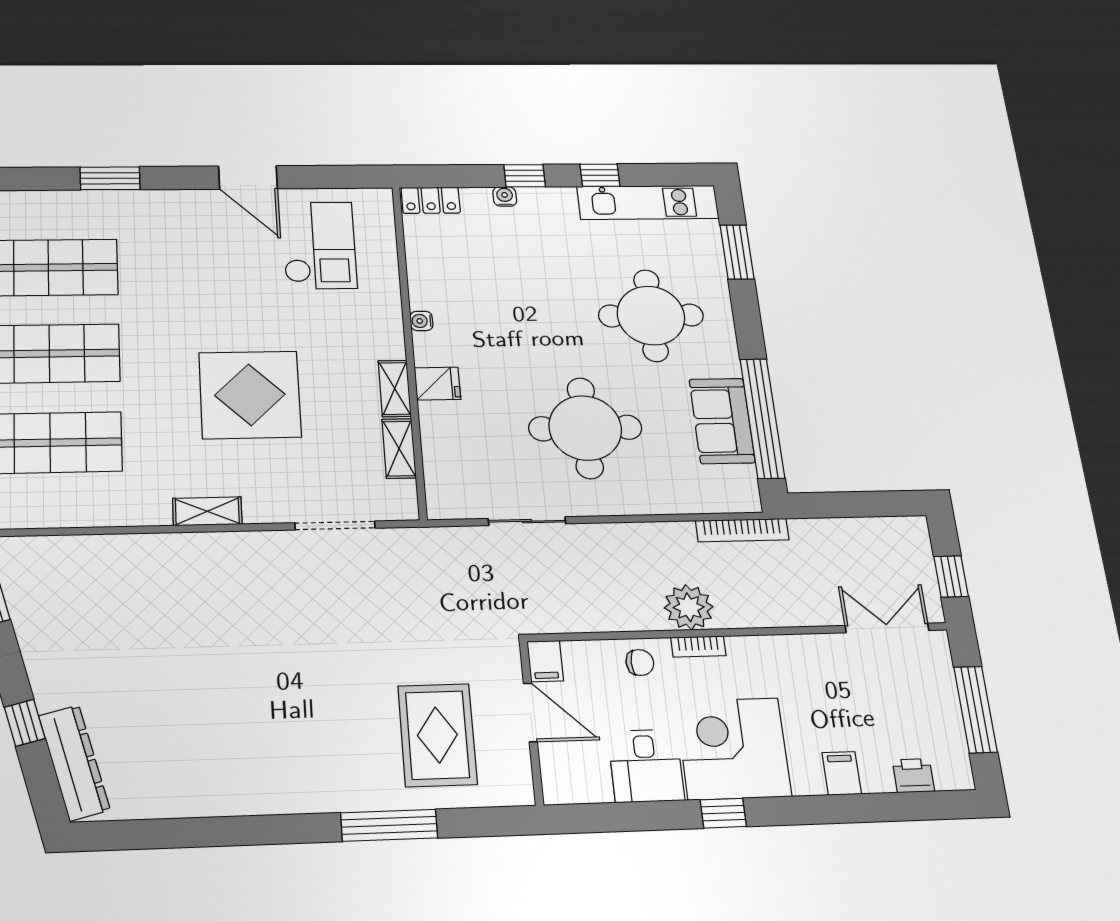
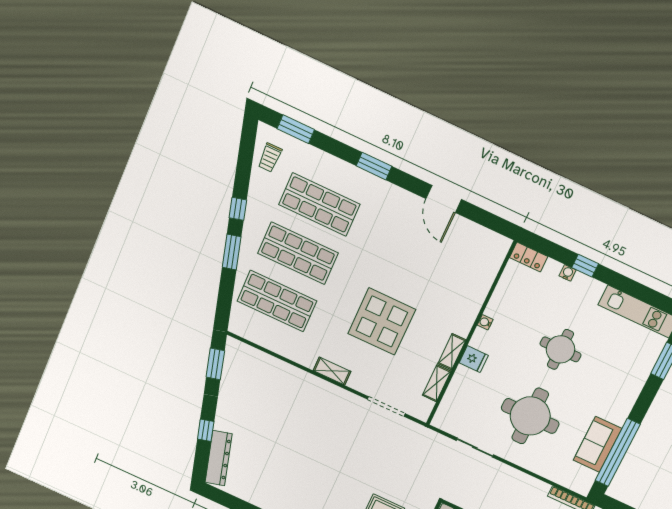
window: (600, 175) -> (624, 284), removed
checkout: (319, 245) -> (458, 256), removed
round table: (651, 316) -> (561, 349), moved, width x0.73, depth x0.73

